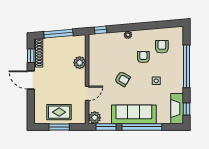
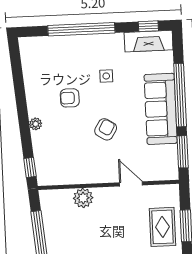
armchair: (162, 47) -> (52, 69), removed
plant: (95, 118) -> (169, 170), removed

